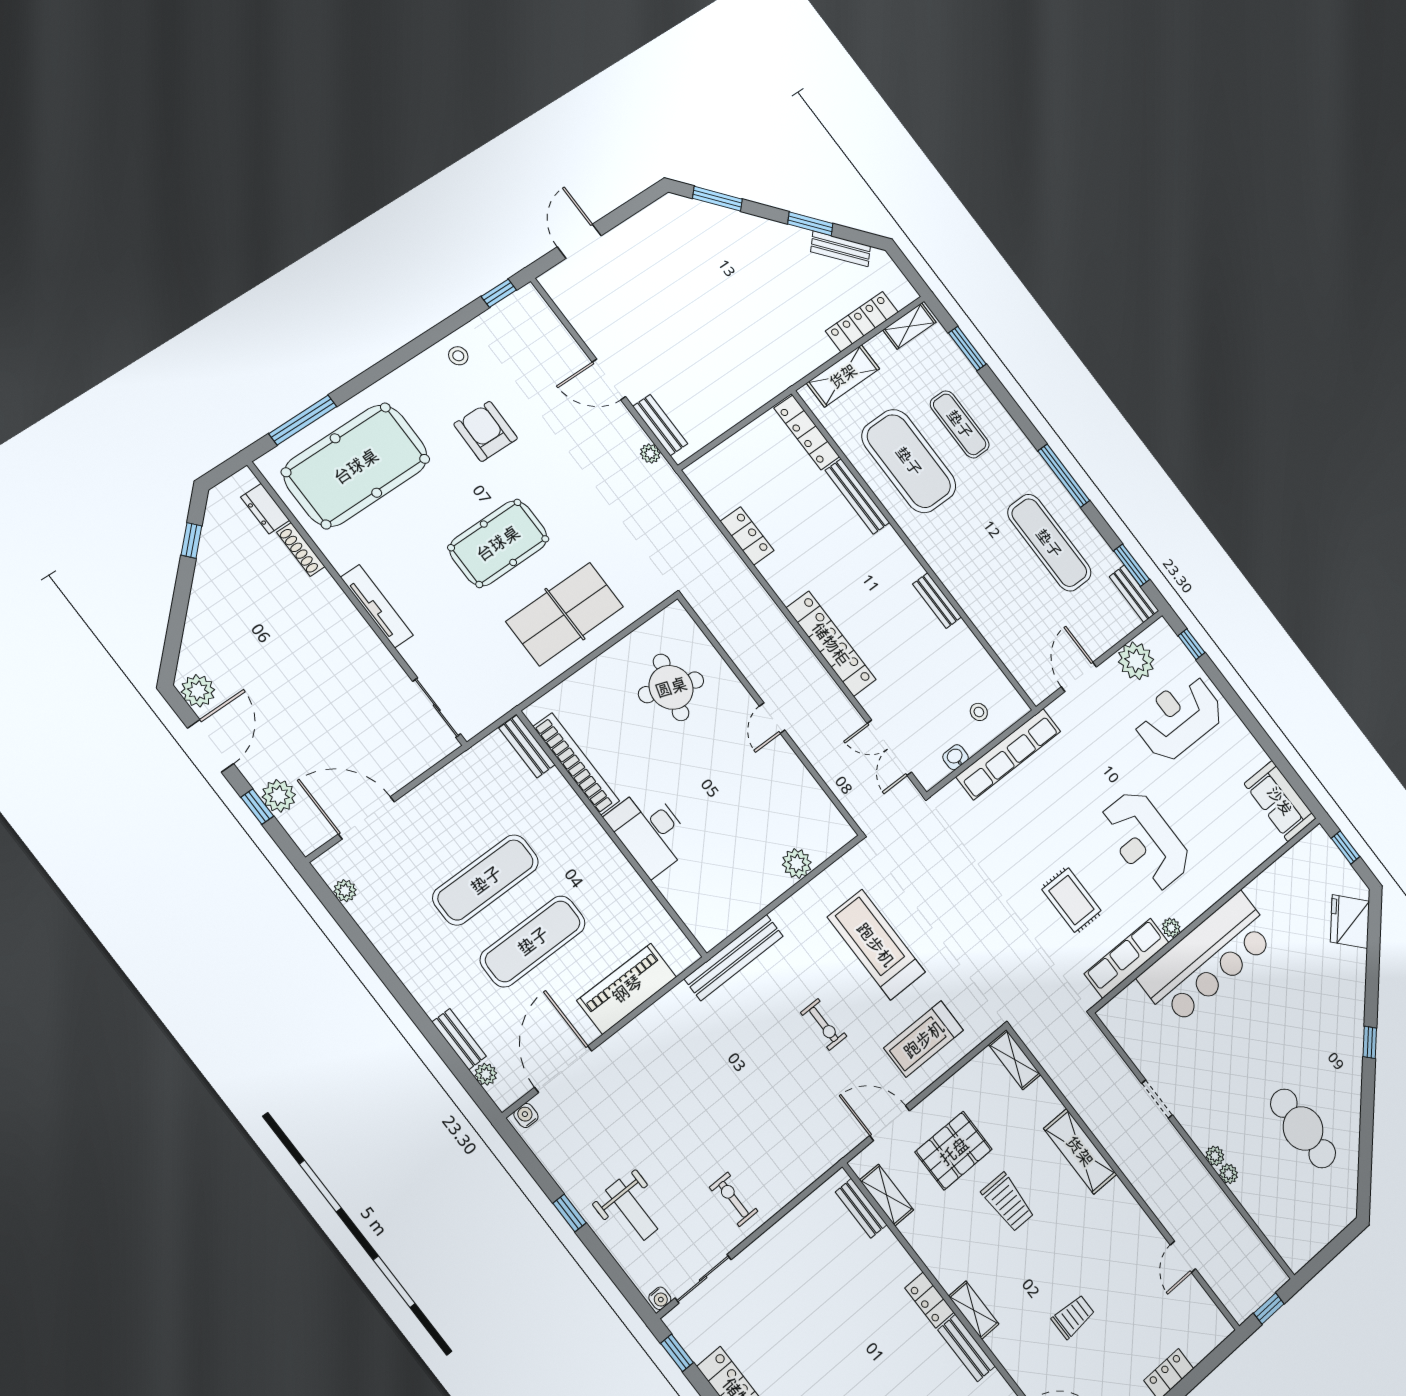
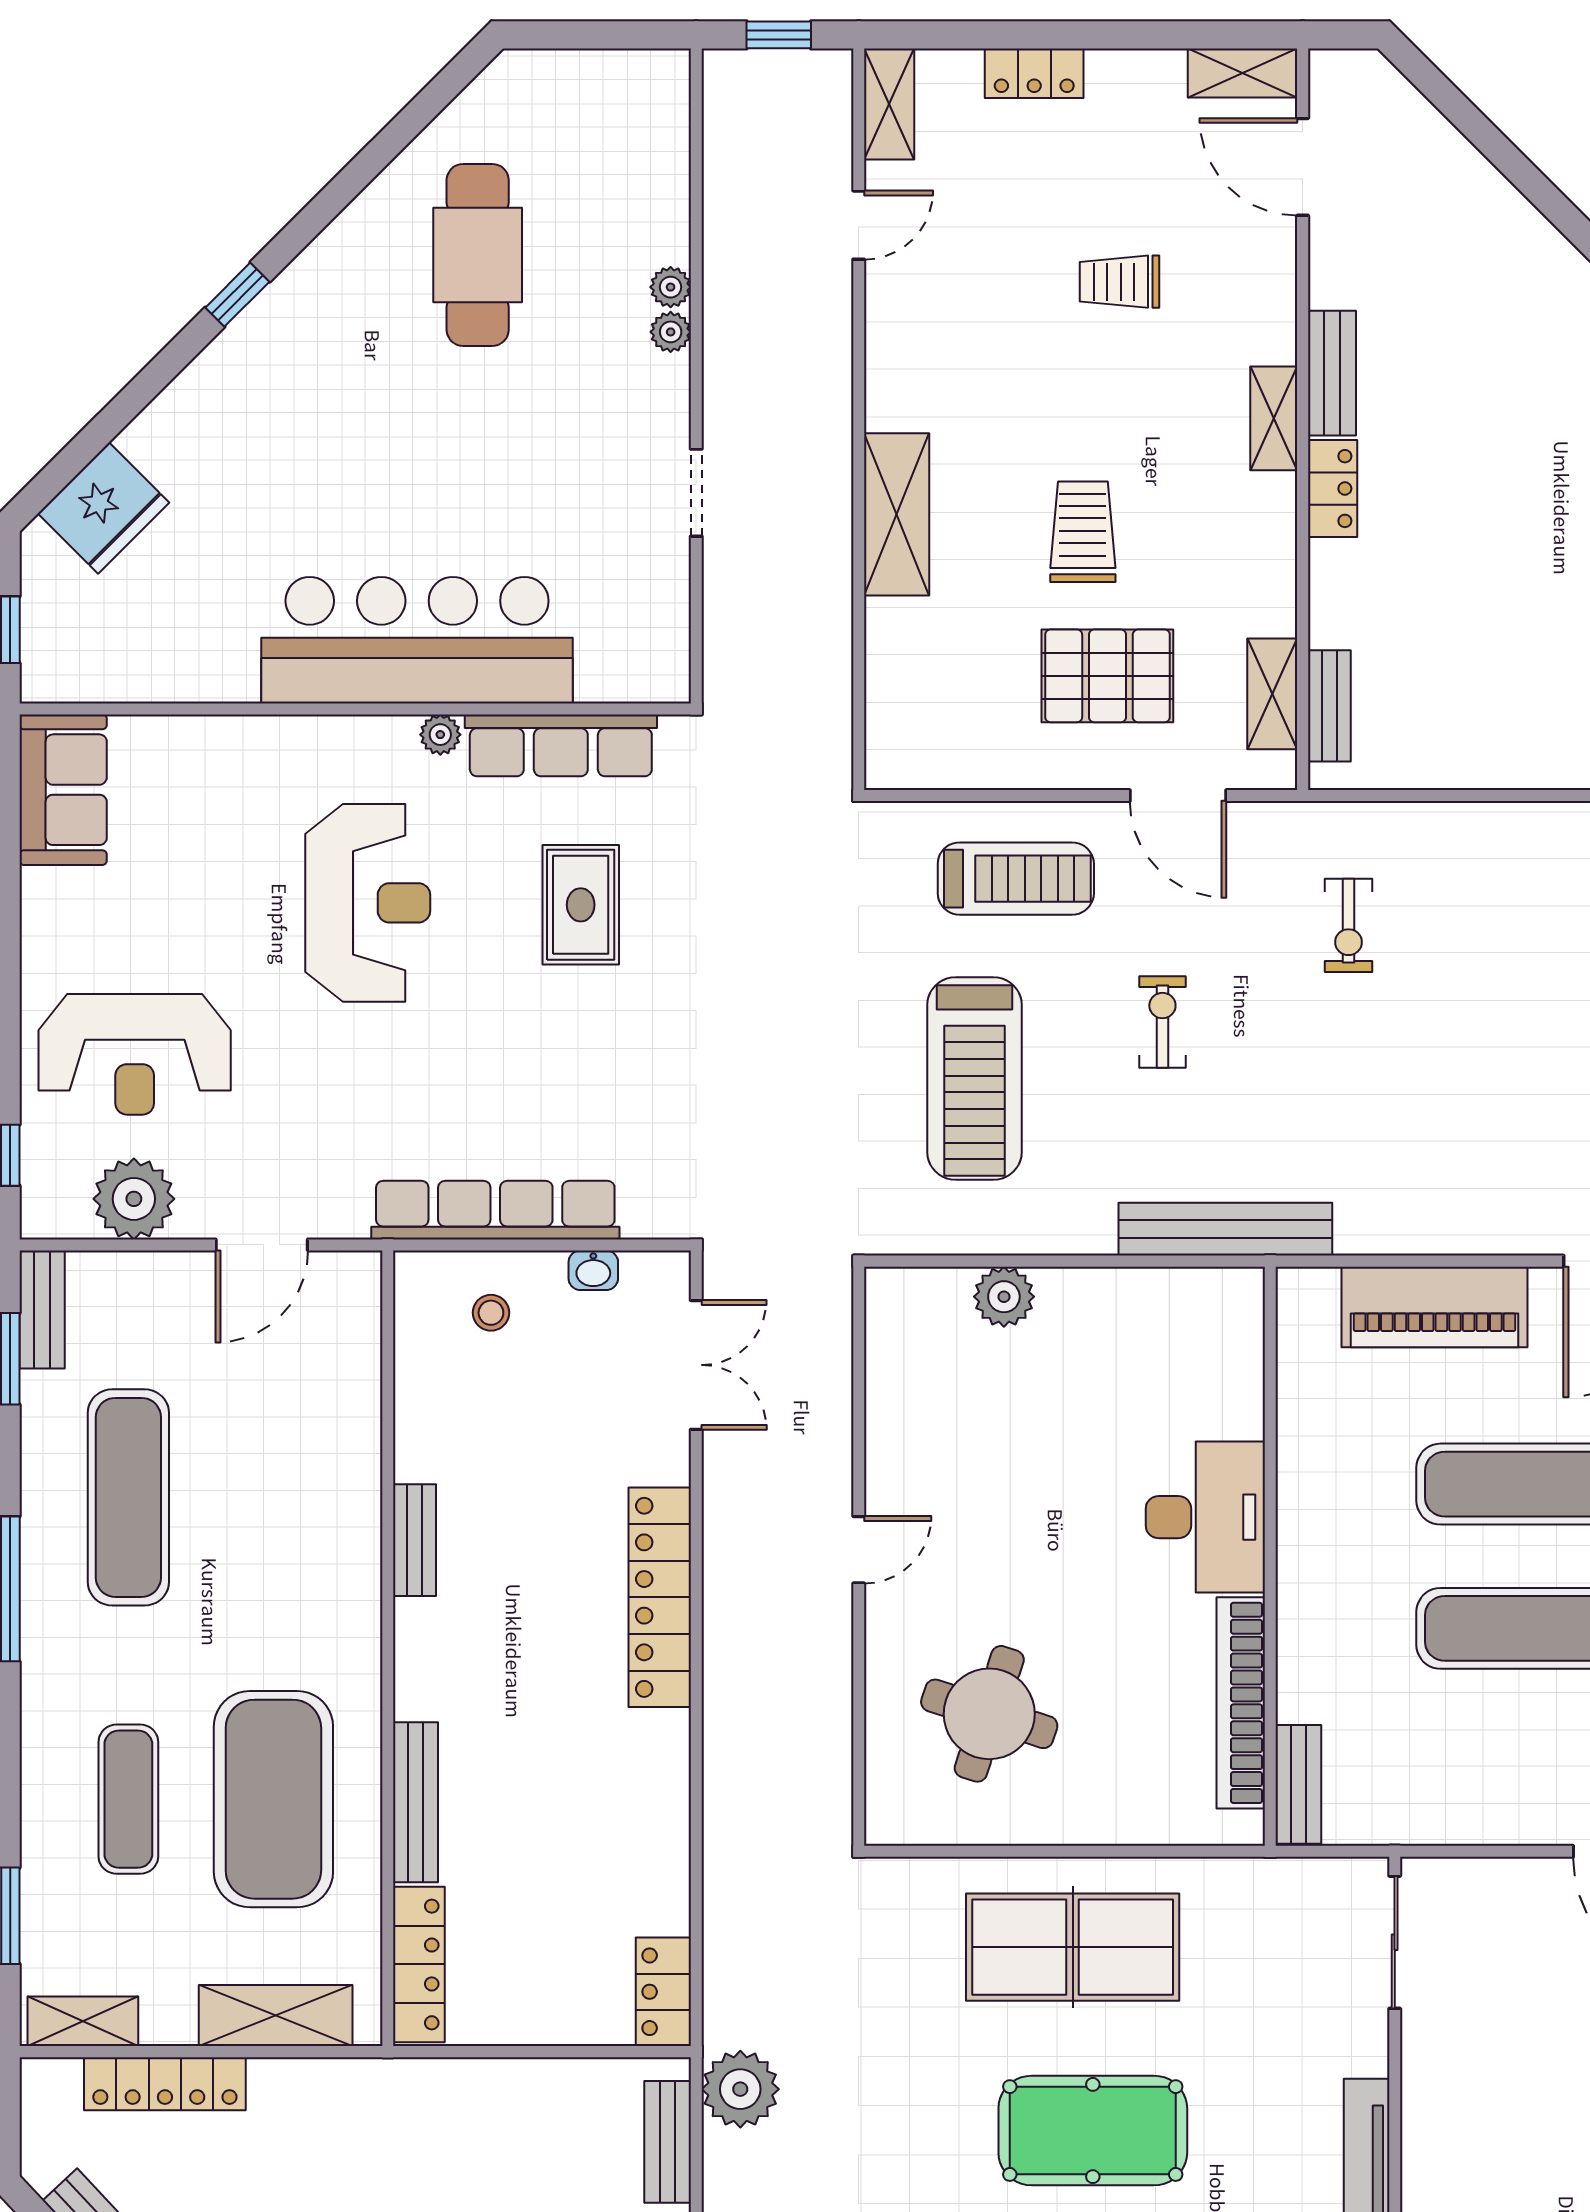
plant: (650, 454) -> (740, 2089), width x1.88, depth x1.88
locker: (747, 536) -> (663, 1992), moved
shelving: (1015, 1060) -> (889, 104), moved
exercise bike: (734, 1199) -> (1349, 925), moved

